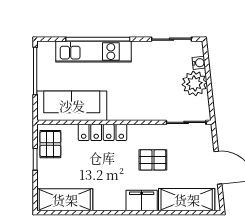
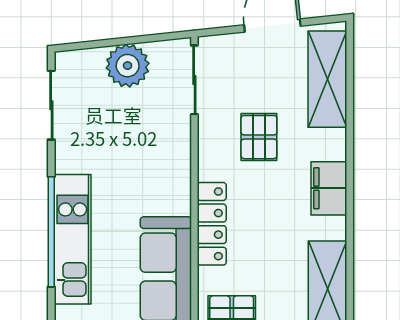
water cooler: (199, 63) -> (92, 58), removed
filing cabinet: (142, 201) -> (329, 188), moved

